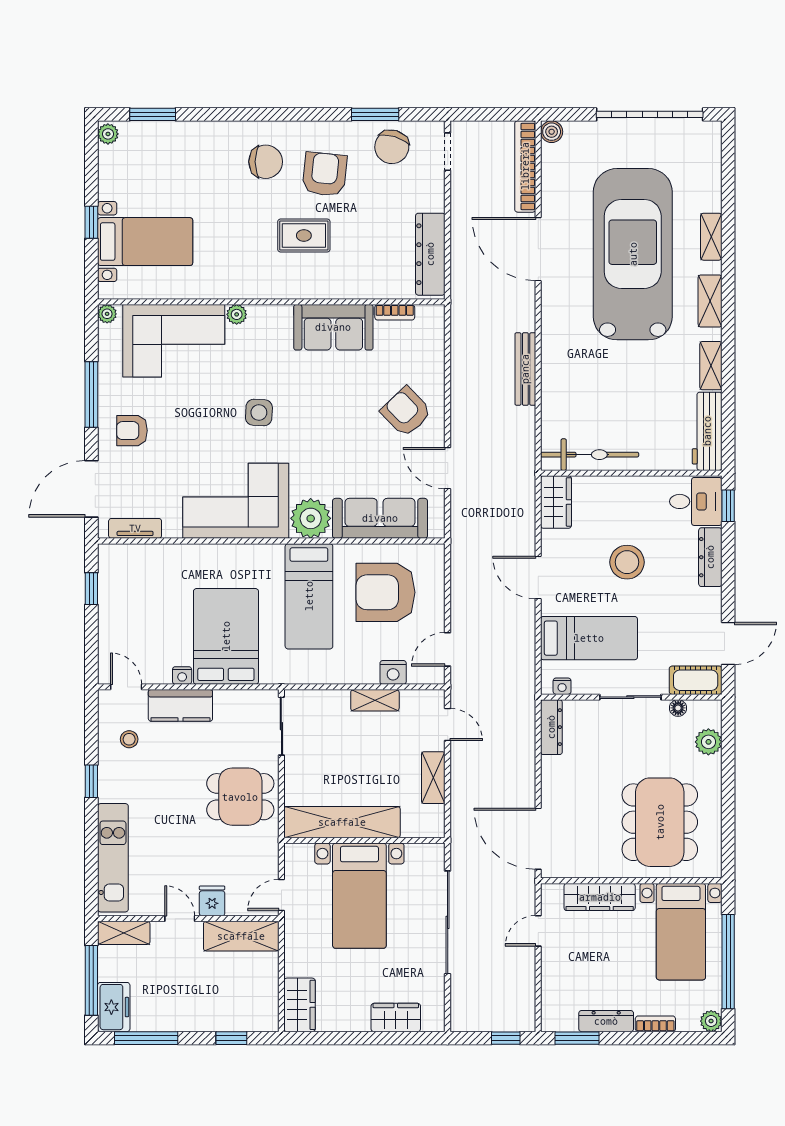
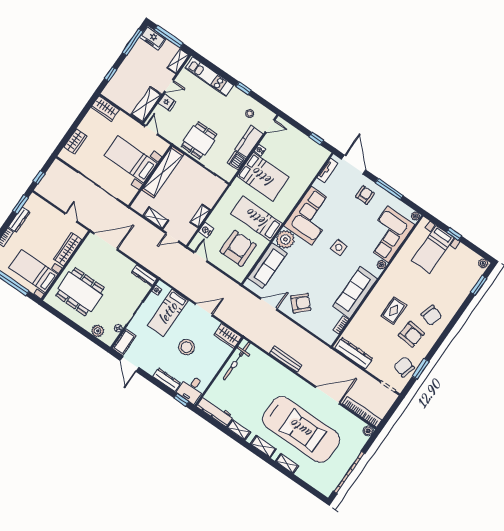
chair: (266, 162) -> (431, 315), turned -73
sofa: (333, 327) -> (355, 292), width x1.36
dishwasher: (230, 704) -> (237, 161), added

